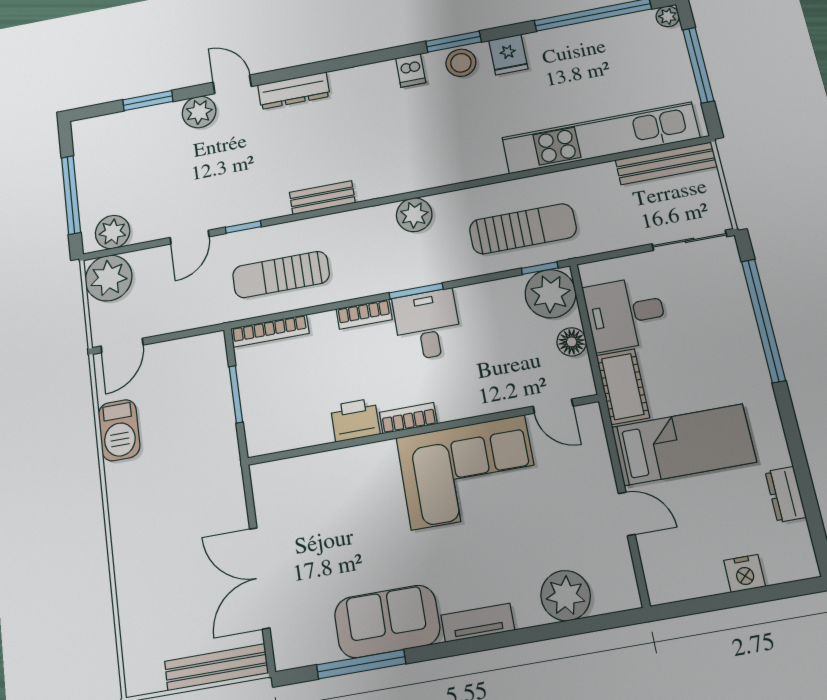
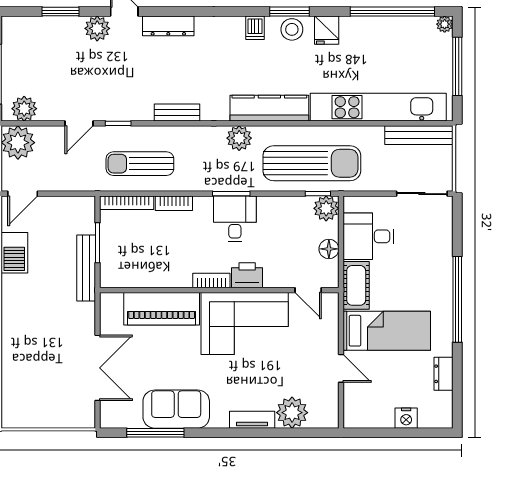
kitchen counter: (449, 168) -> (269, 108), added
sun lounger: (523, 229) -> (312, 163), width x1.36, depth x1.34
plant: (550, 294) -> (326, 208), width x0.73, depth x0.73
bookcase: (364, 314) -> (174, 203), moved
window: (763, 320) -> (457, 299), moved
printer: (355, 420) -> (247, 275), moved
piano: (342, 472) -> (162, 309), added
double door: (260, 578) -> (98, 368), swing flipped
tv unit: (478, 623) -> (252, 420), moved
bench: (216, 667) -> (86, 268), moved, turned 90

